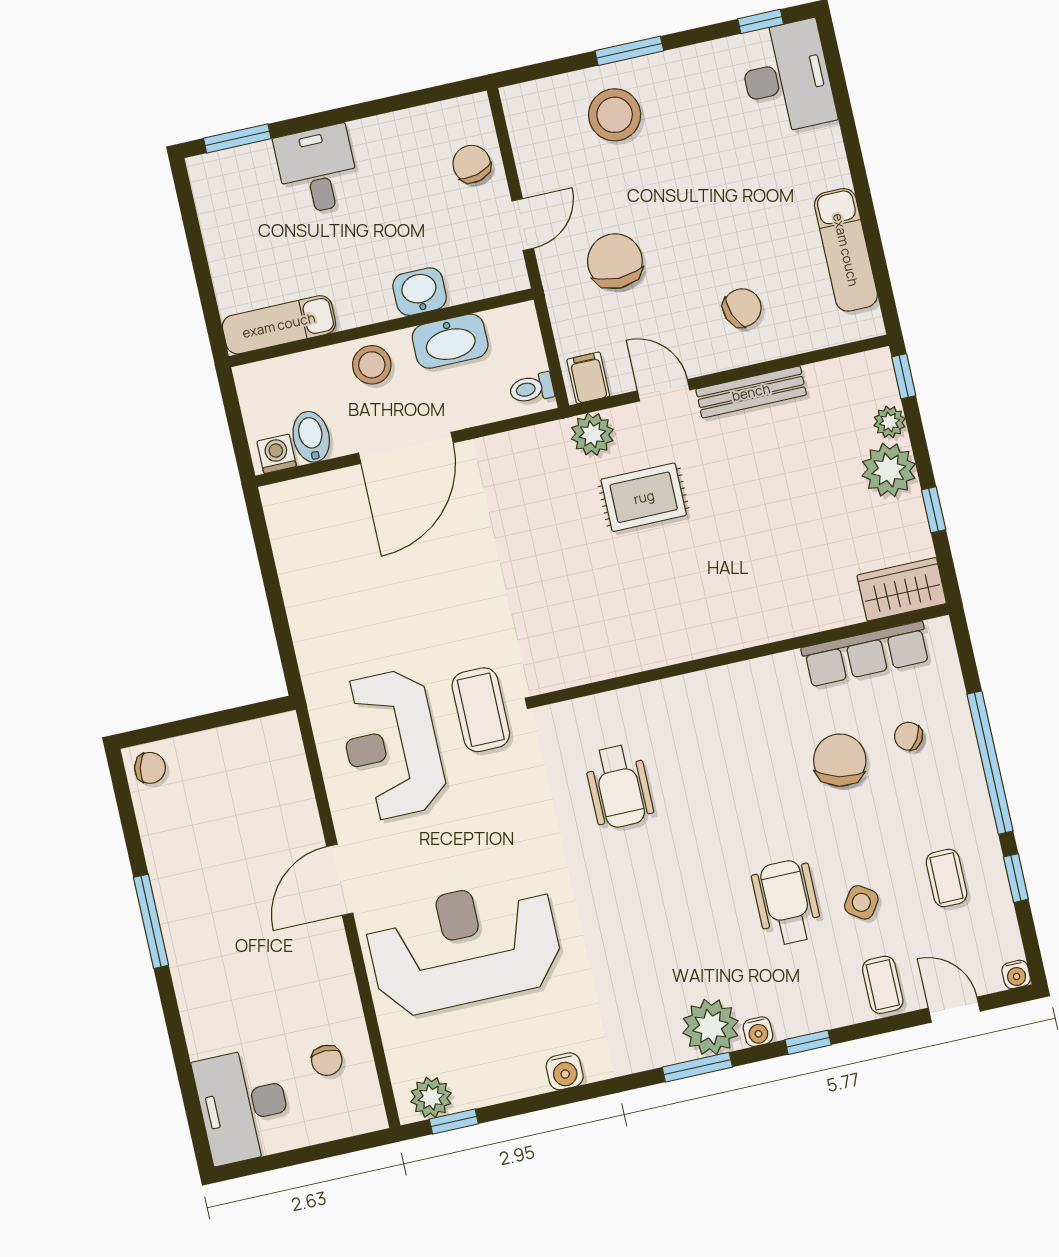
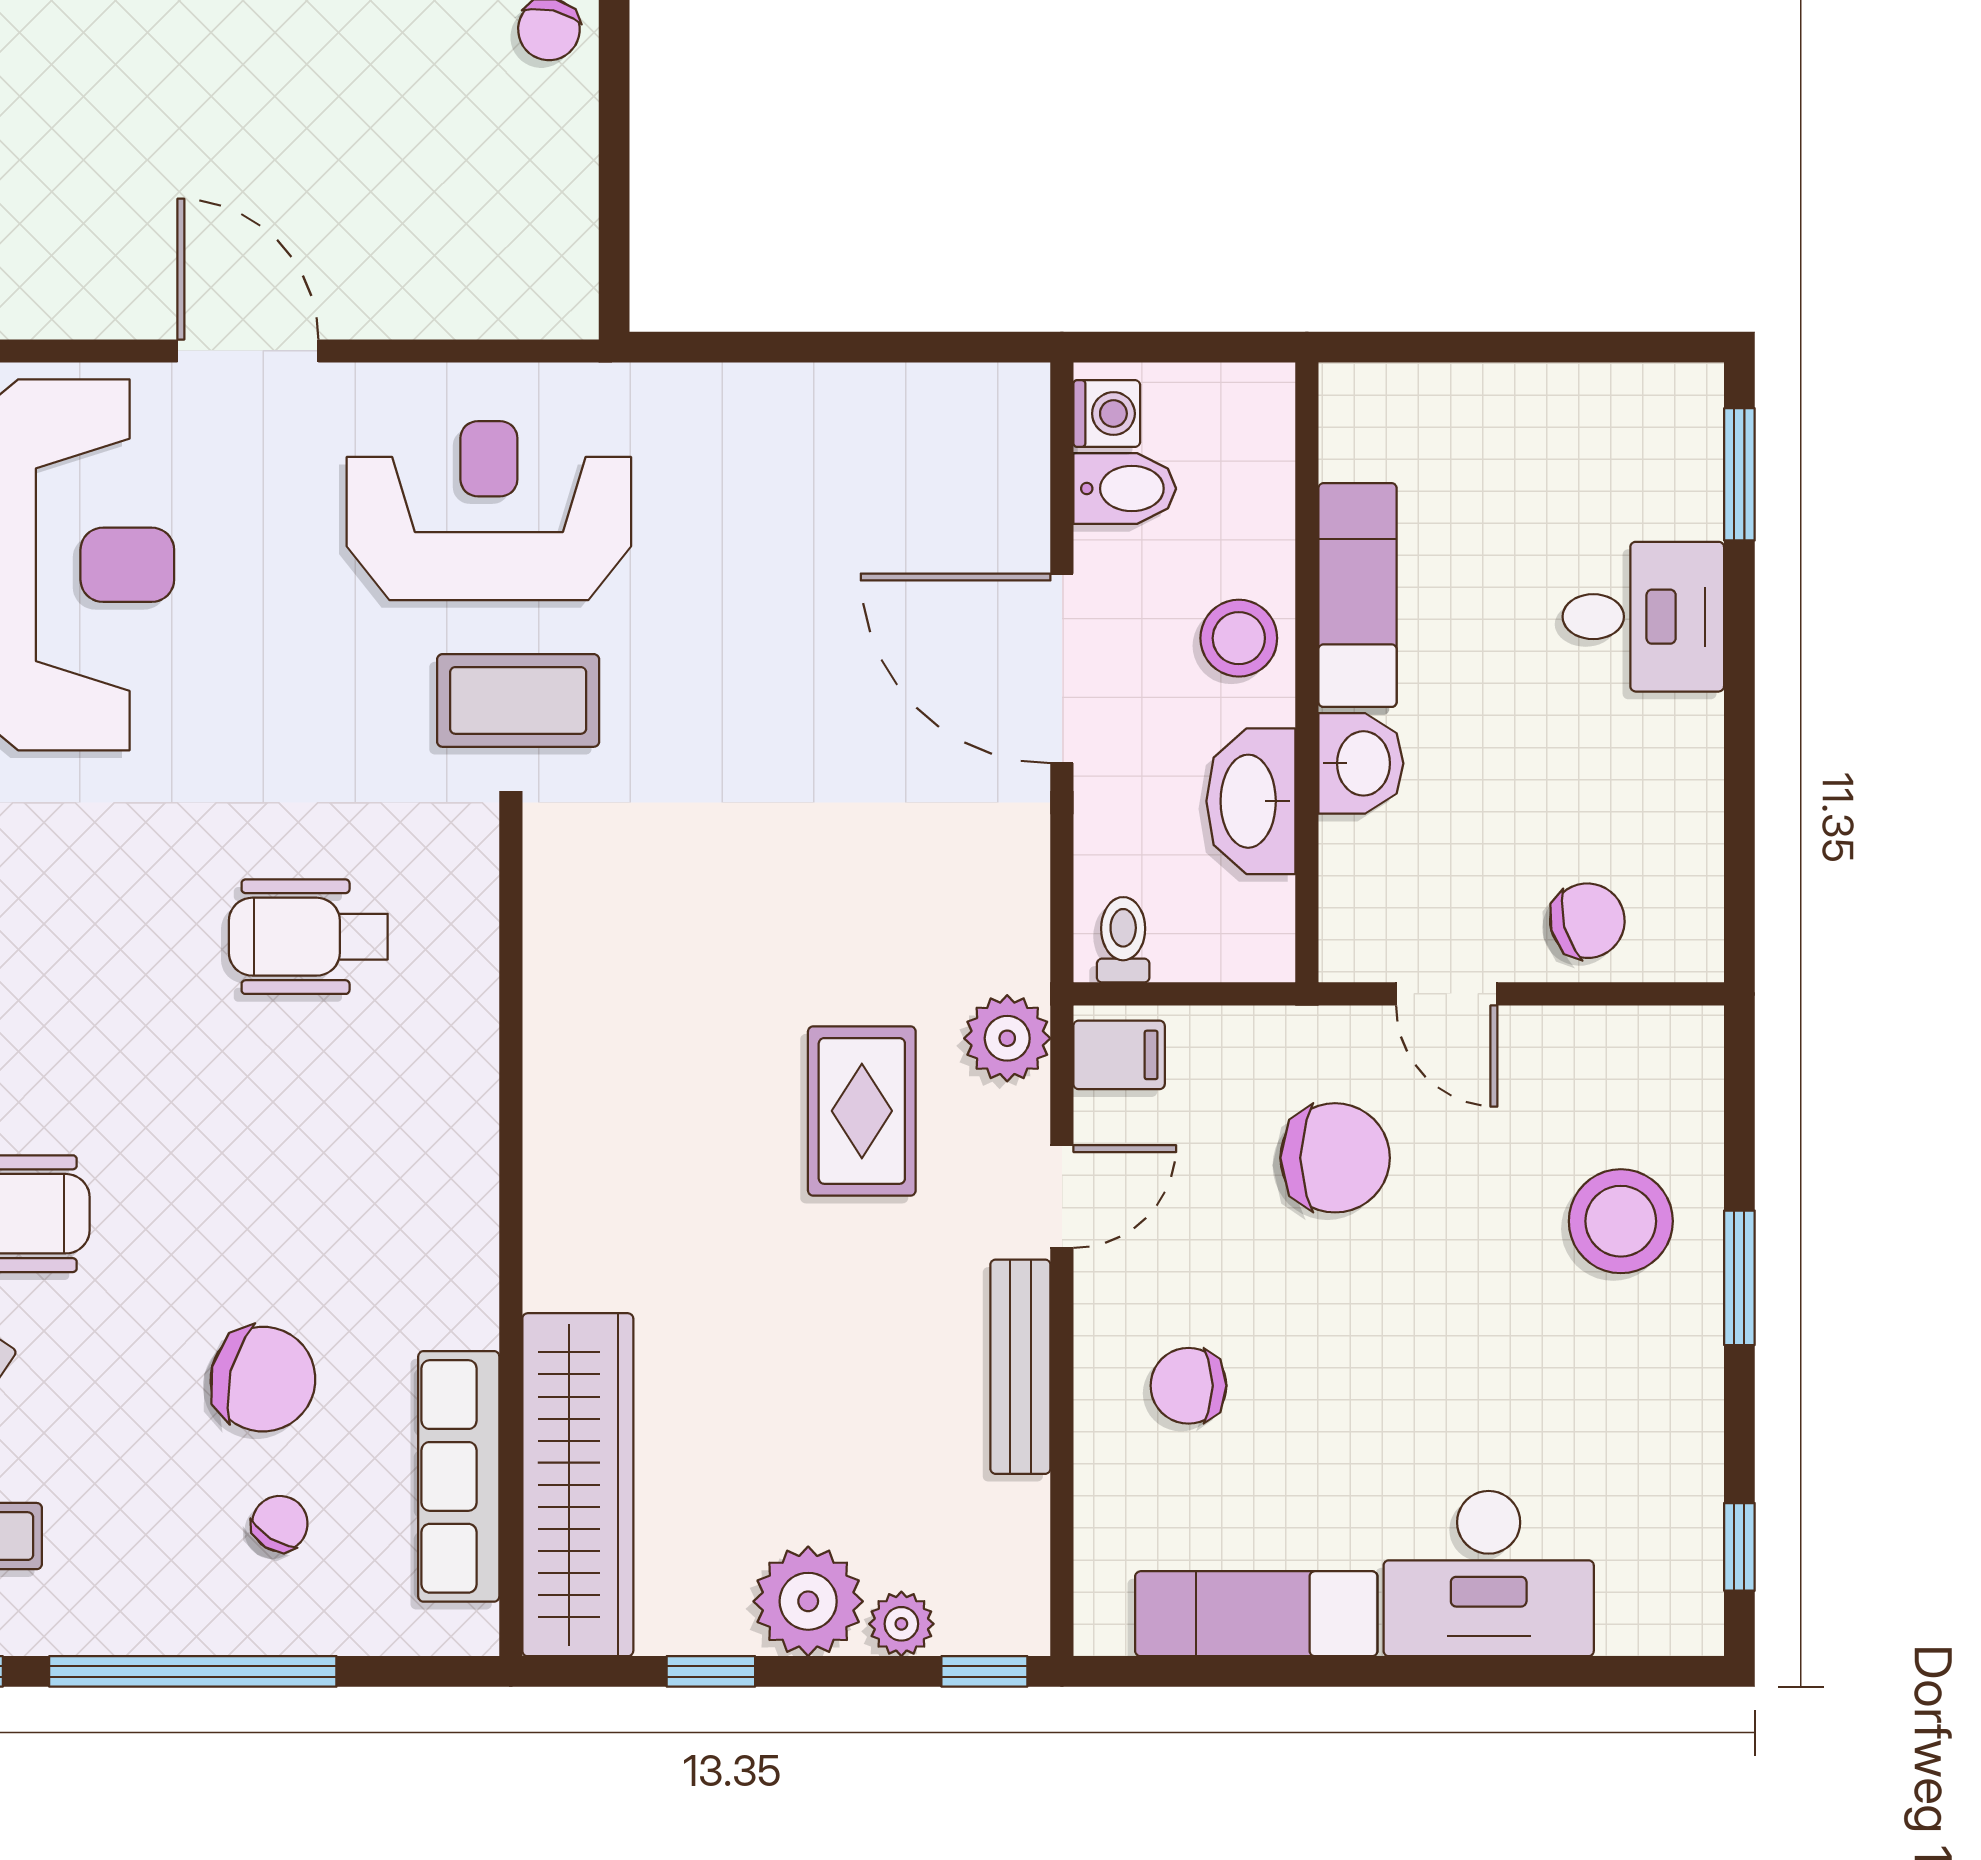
desk: (787, 77) -> (1489, 1573), moved
chair: (742, 308) -> (1189, 1386), turned 111
exam couch: (279, 325) -> (1358, 595), moved
wardrobe: (902, 589) -> (578, 1485), width x2.10, depth x1.17

